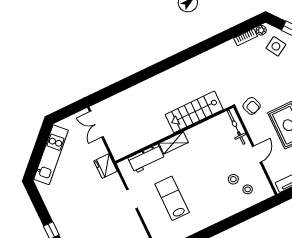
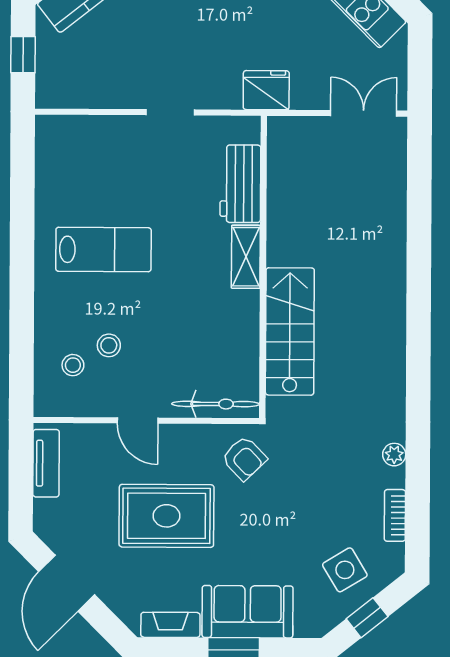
plant: (261, 30) -> (394, 455), moved
armchair: (252, 106) -> (244, 458), turned -114
lab bench: (172, 198) -> (103, 250), moved

